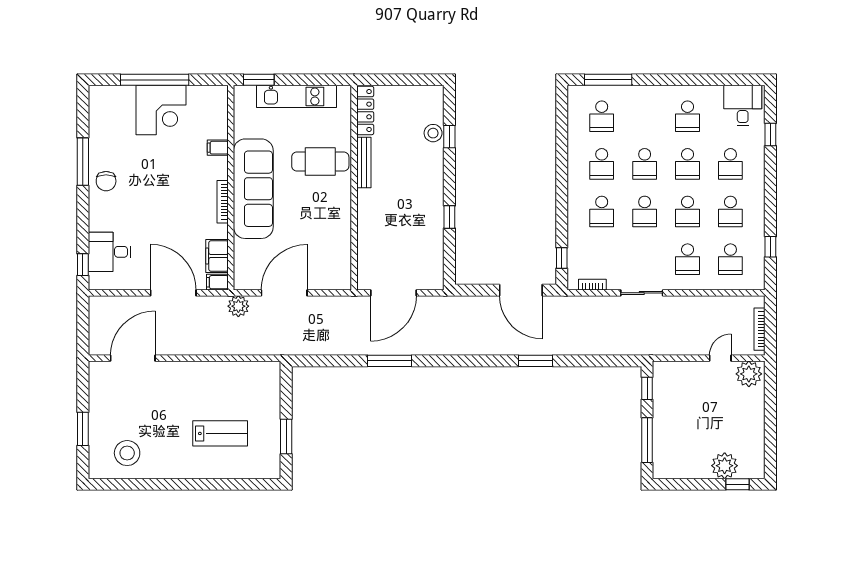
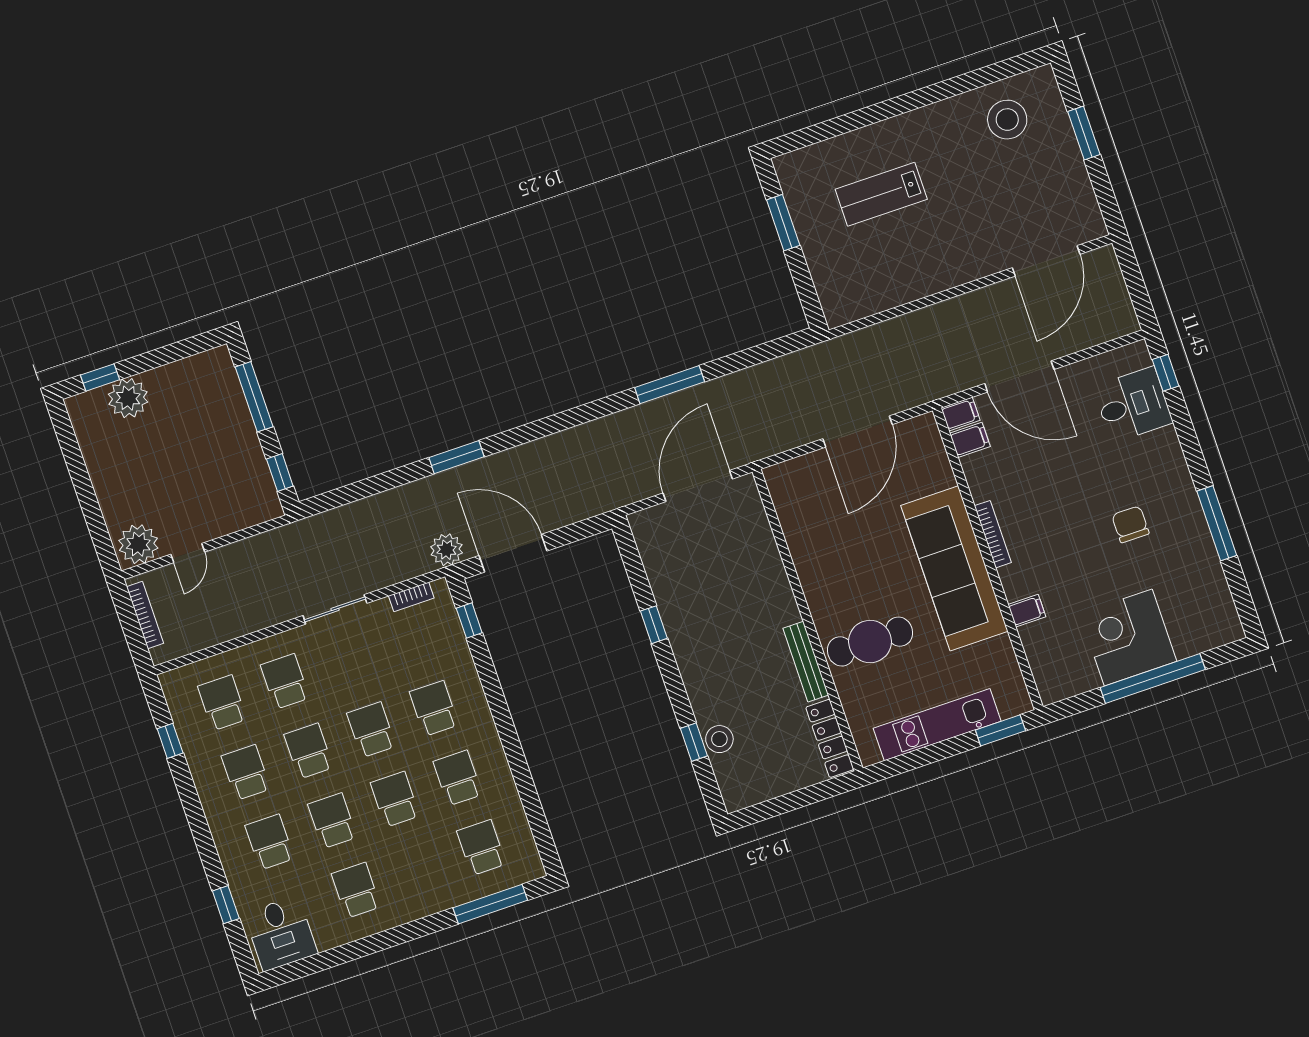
chair: (106, 181) -> (1130, 524), moved
filing cabinet: (217, 256) -> (970, 440), width x0.50
plant: (238, 306) -> (447, 550), moved

